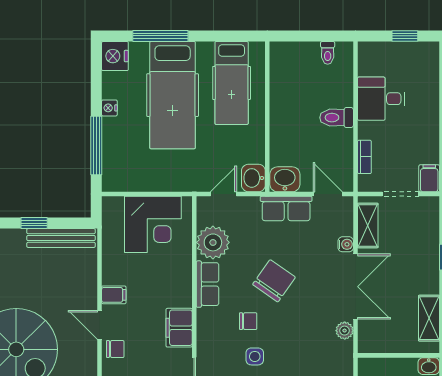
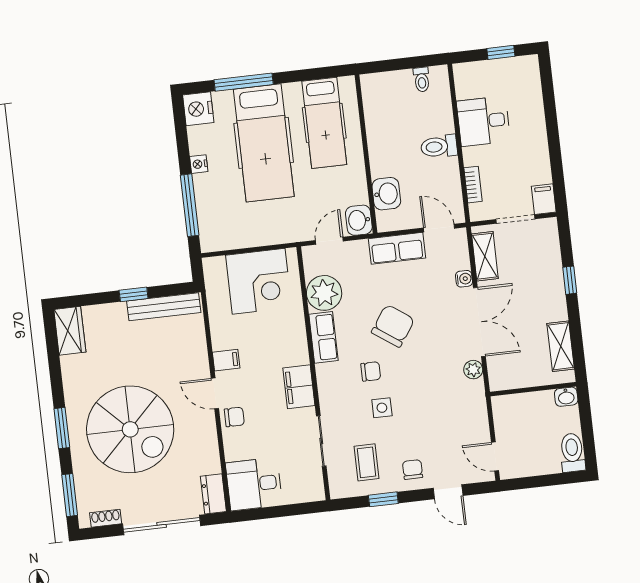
washbasin: (285, 179) -> (386, 194), moved, turned 90

